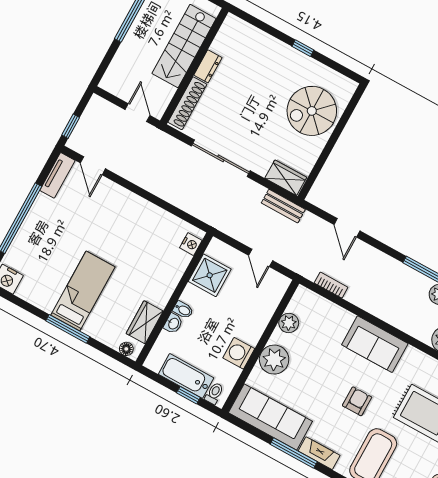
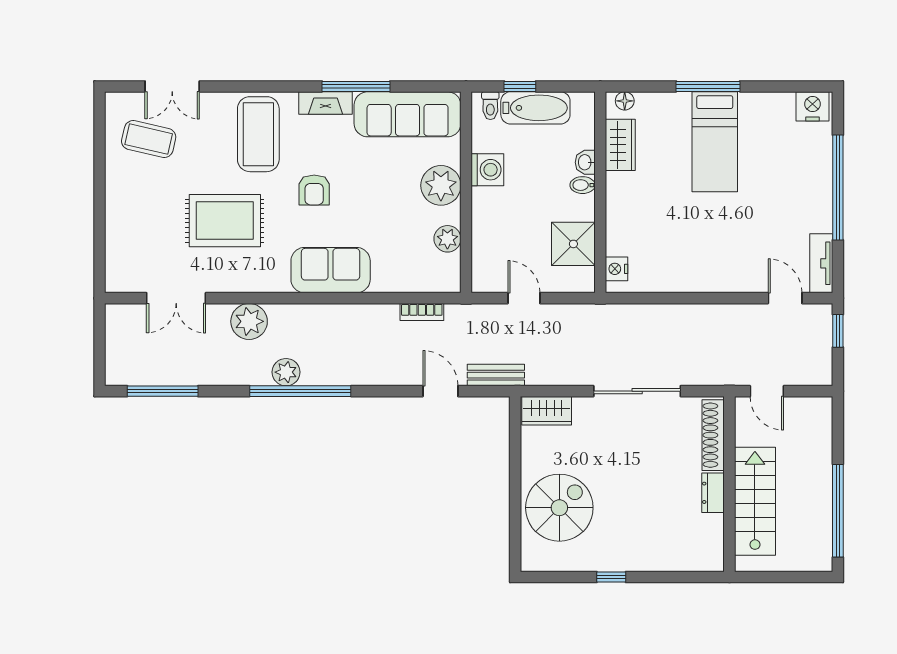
bench: (283, 206) -> (496, 375), moved

